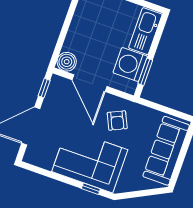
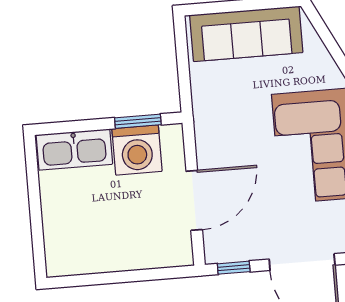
boiler: (67, 62) -> (177, 251), removed
armchair: (117, 121) -> (233, 131), removed

